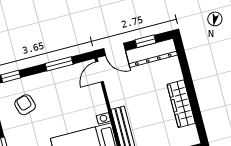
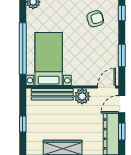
door: (99, 72) -> (106, 87), hinge flipped
plant: (117, 97) -> (82, 96), added

